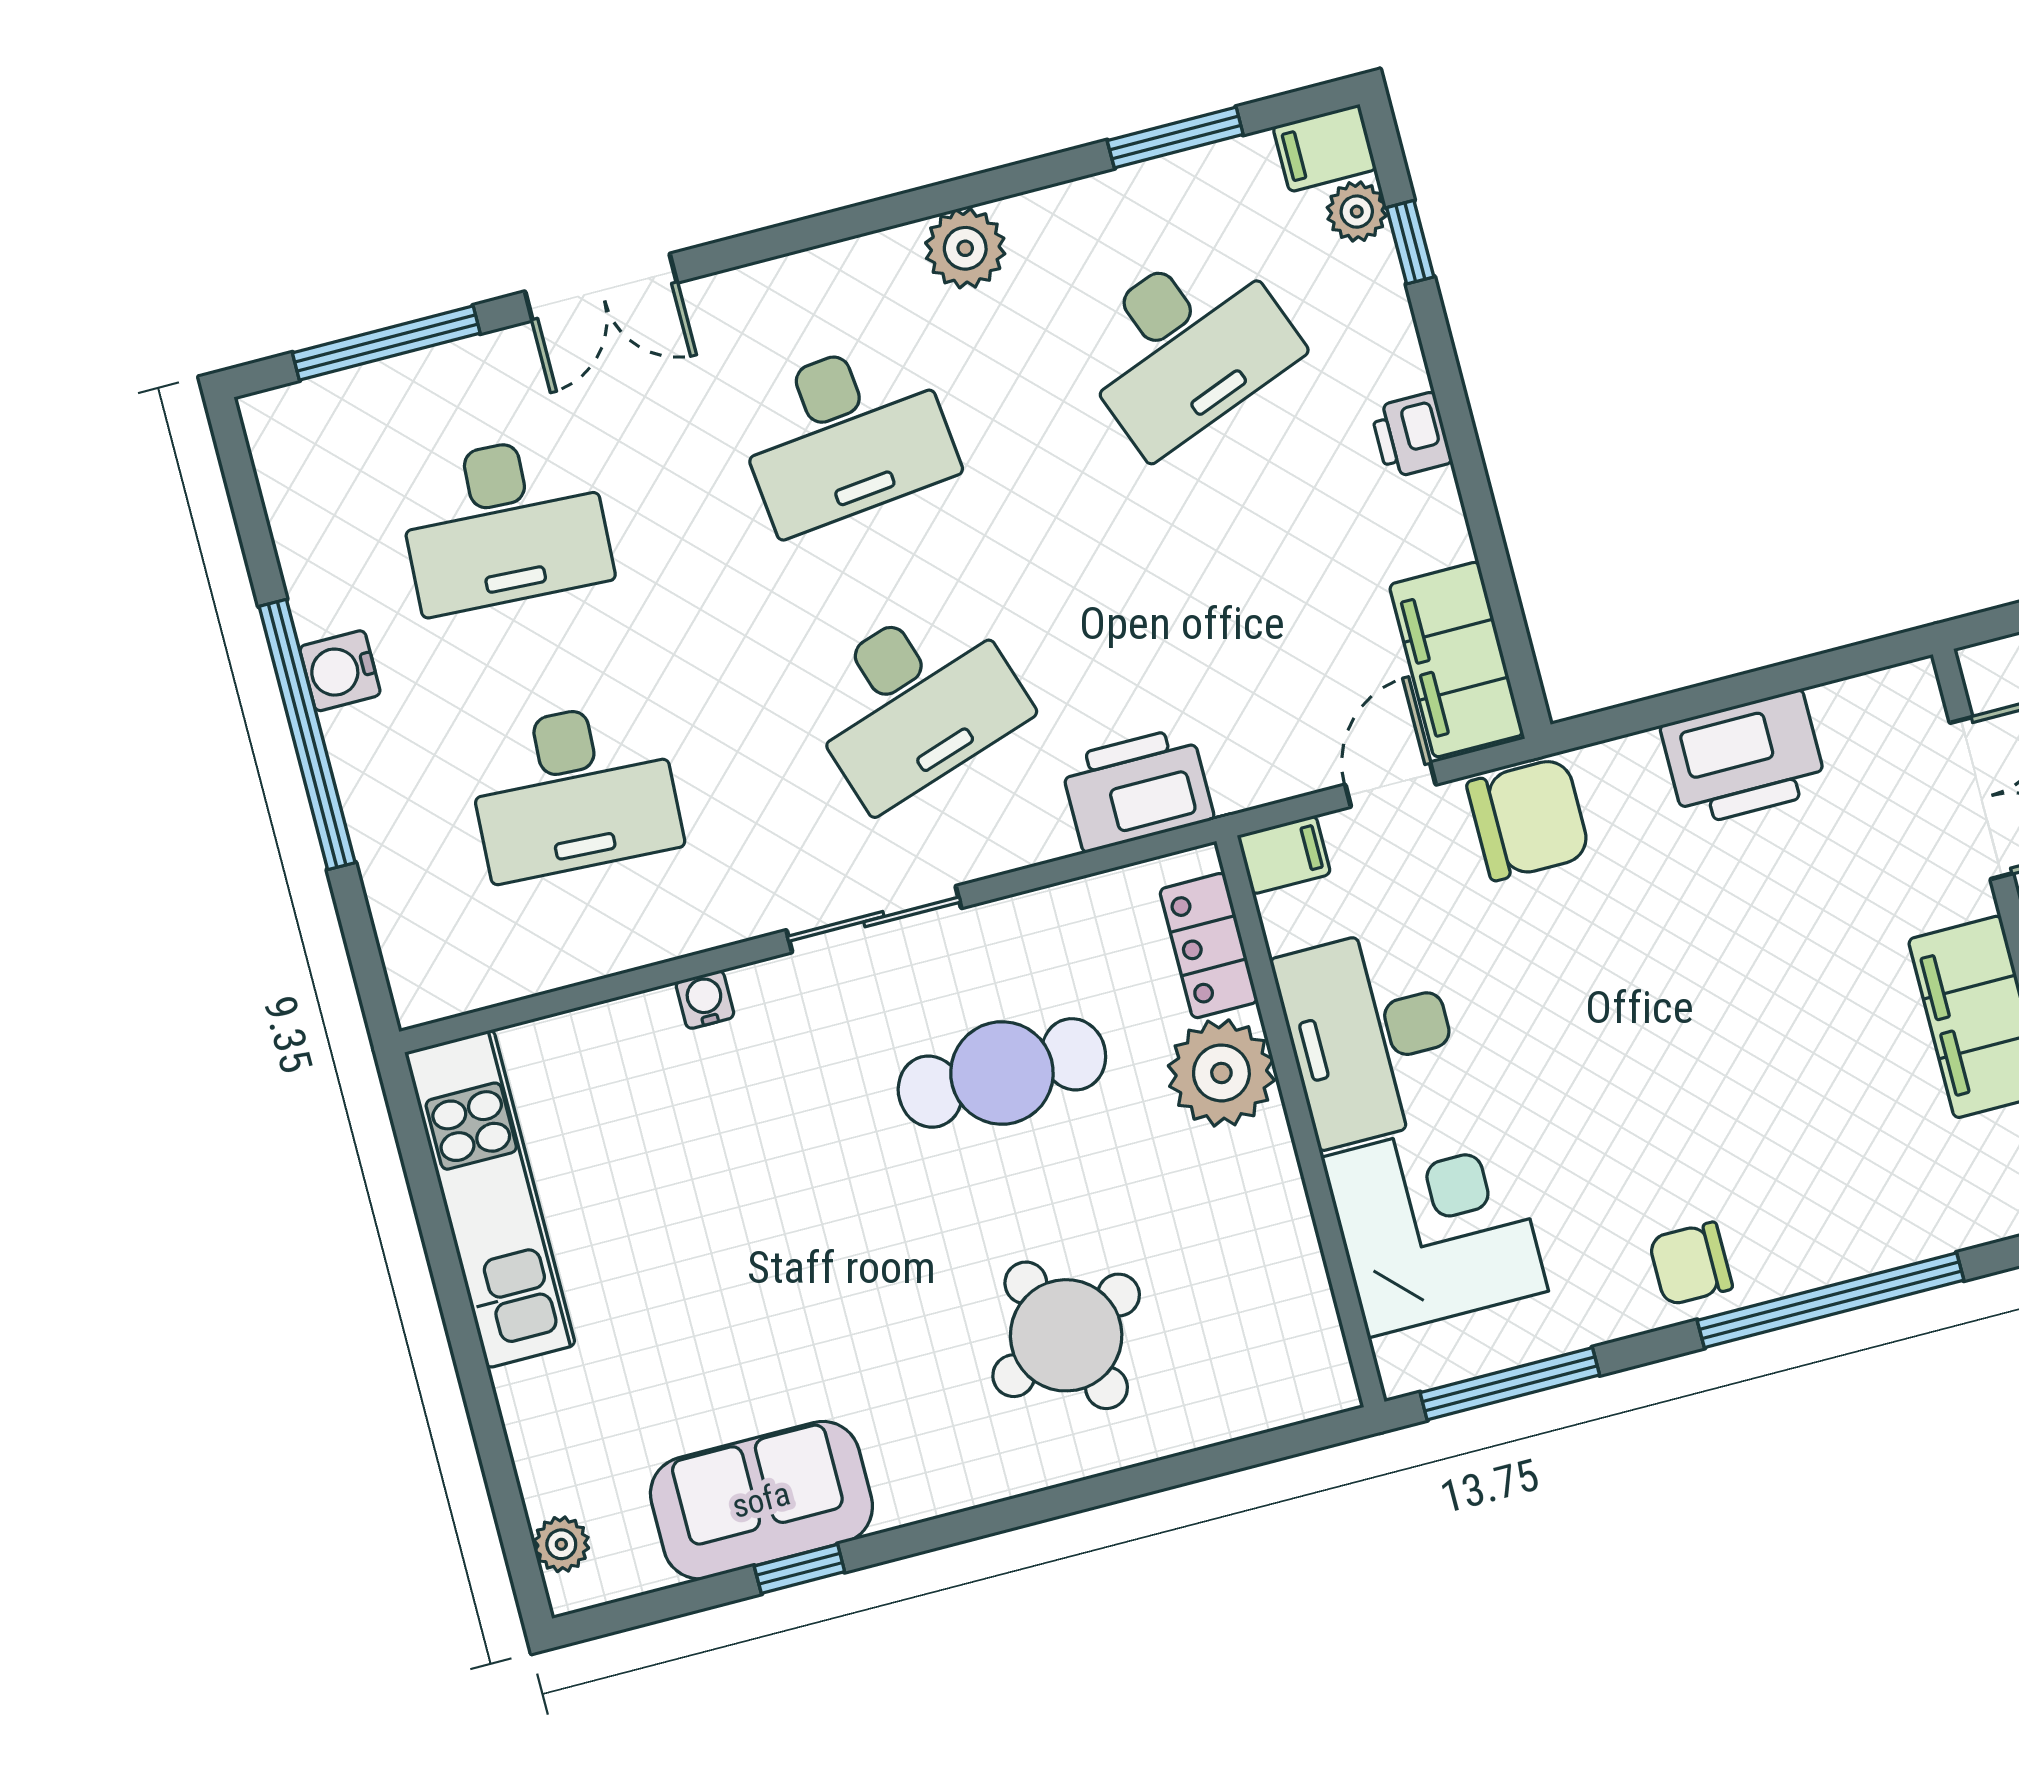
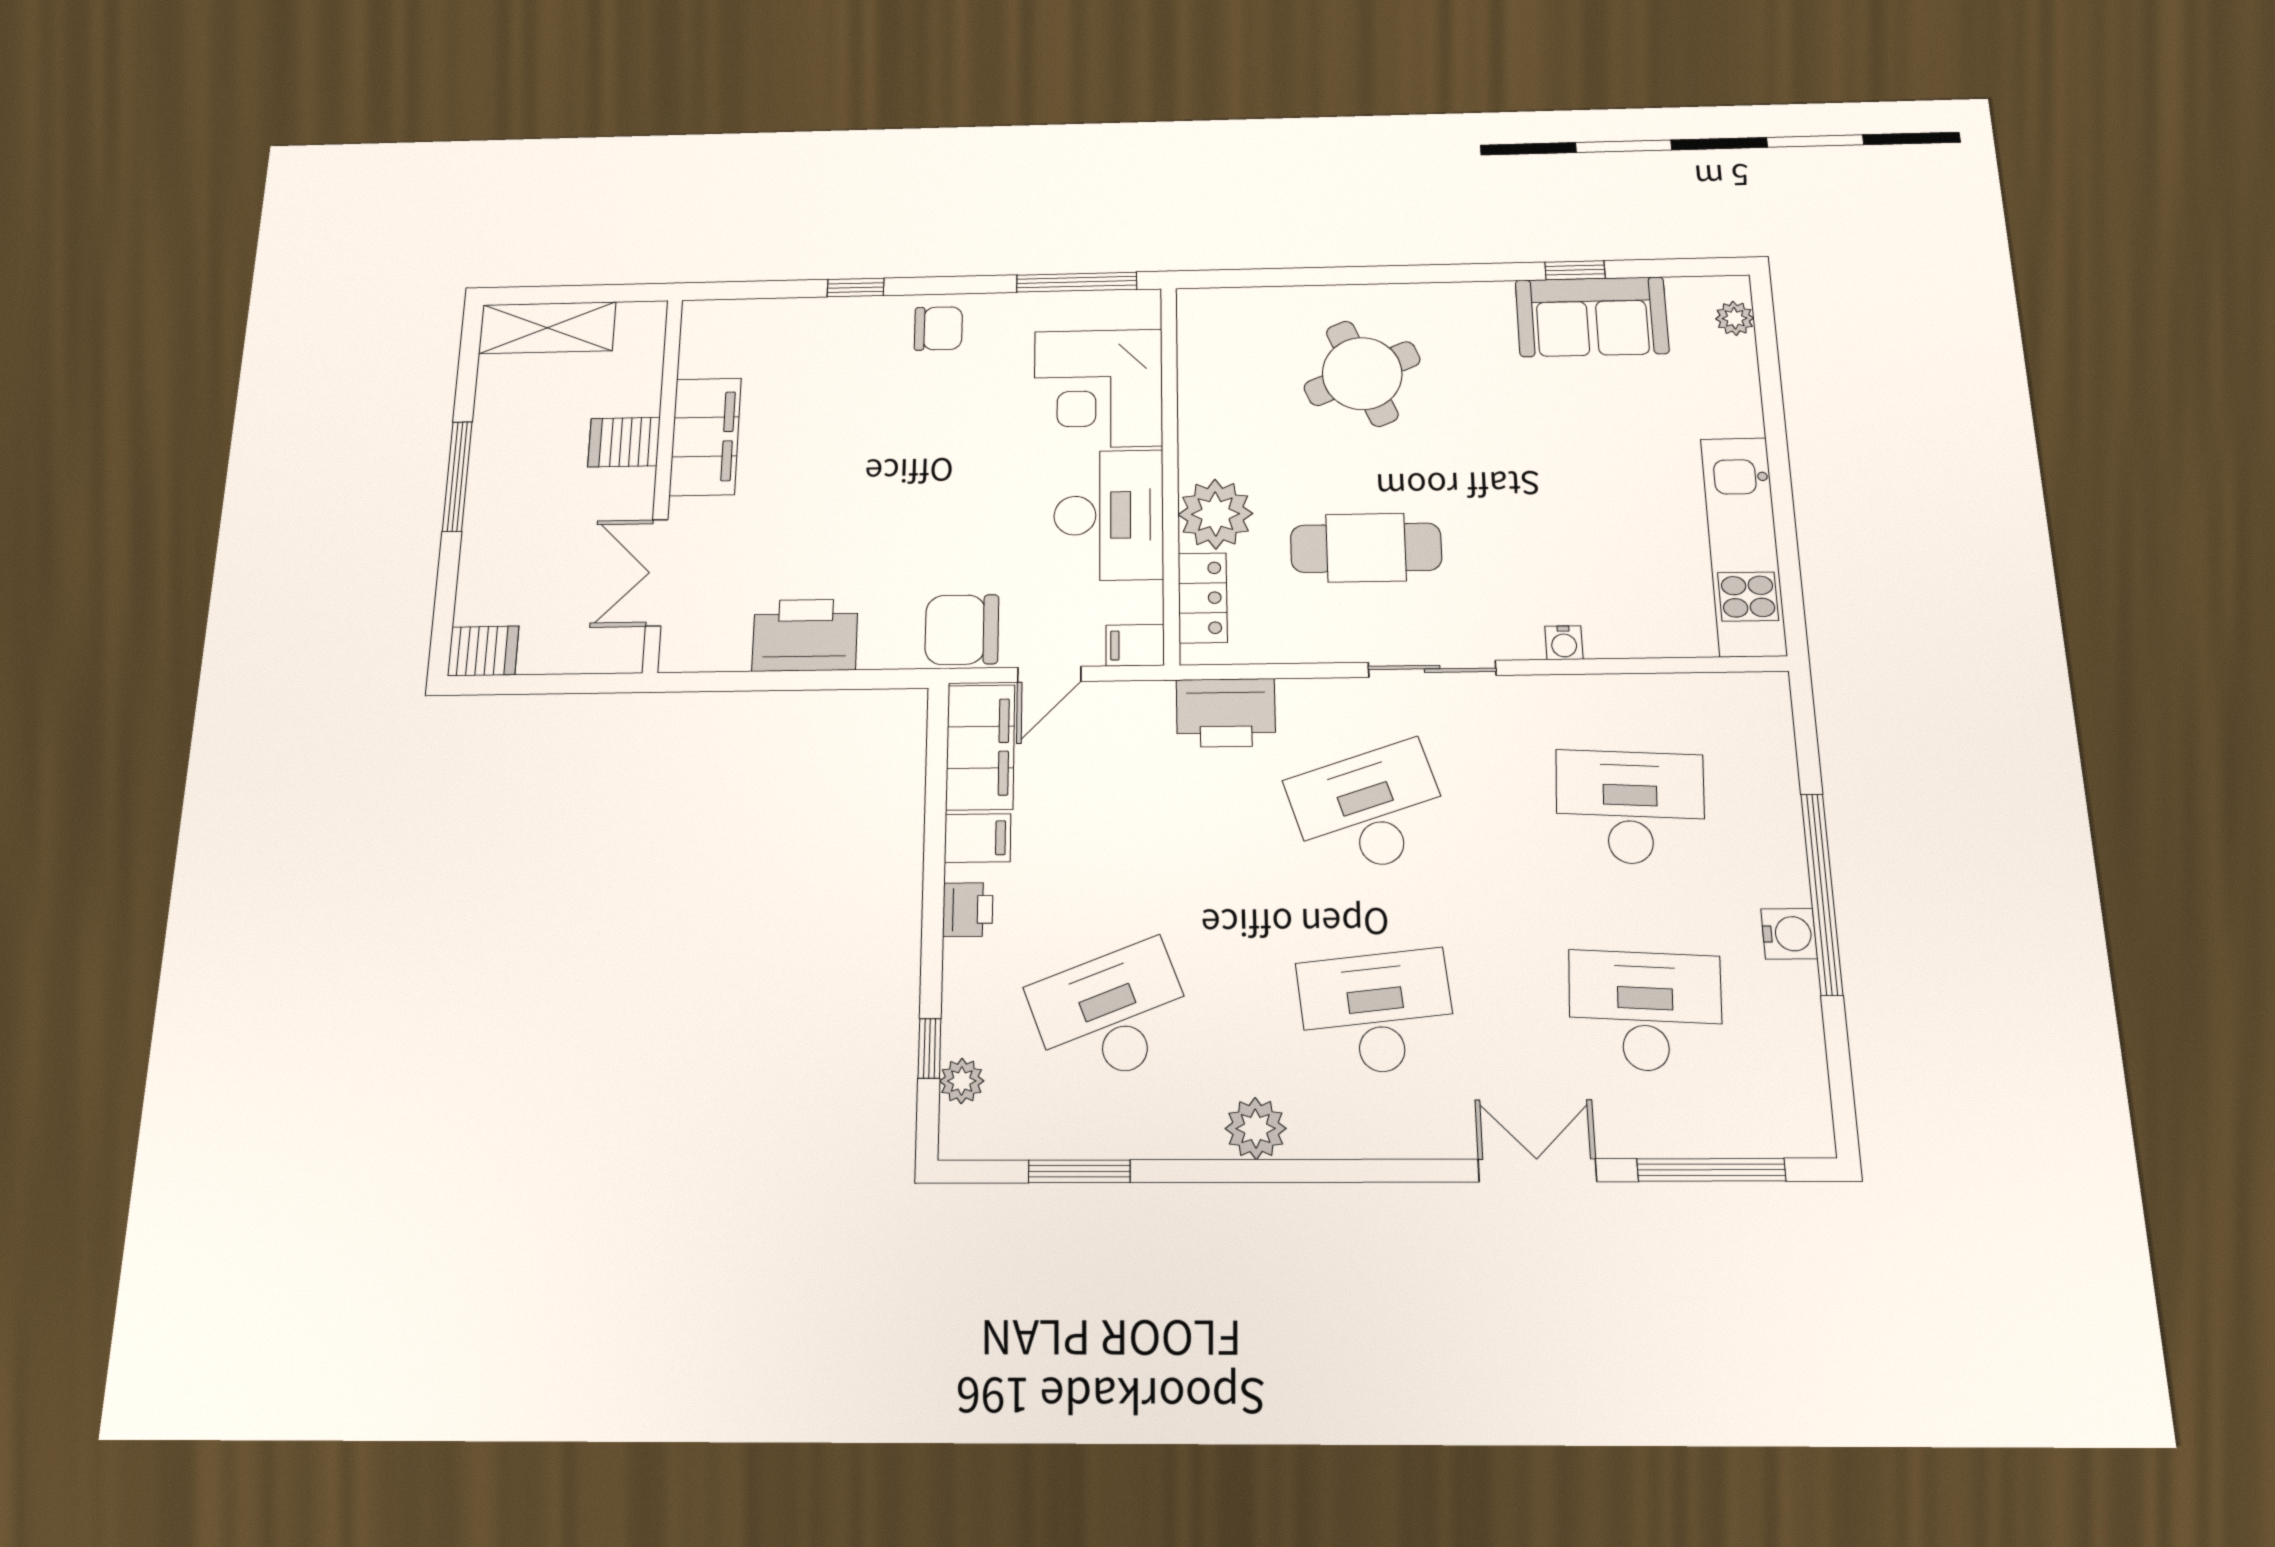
filing cabinet: (1325, 148) -> (978, 838), moved
window: (1830, 1300) -> (856, 287), width x0.32

